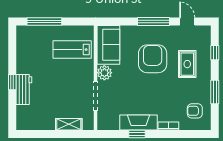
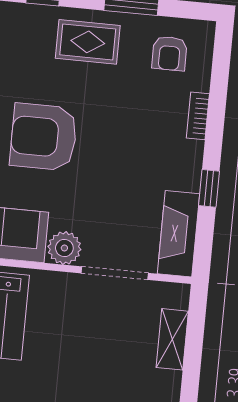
rug: (187, 64) -> (88, 42), moved
fireplace: (139, 122) -> (179, 234), moved

